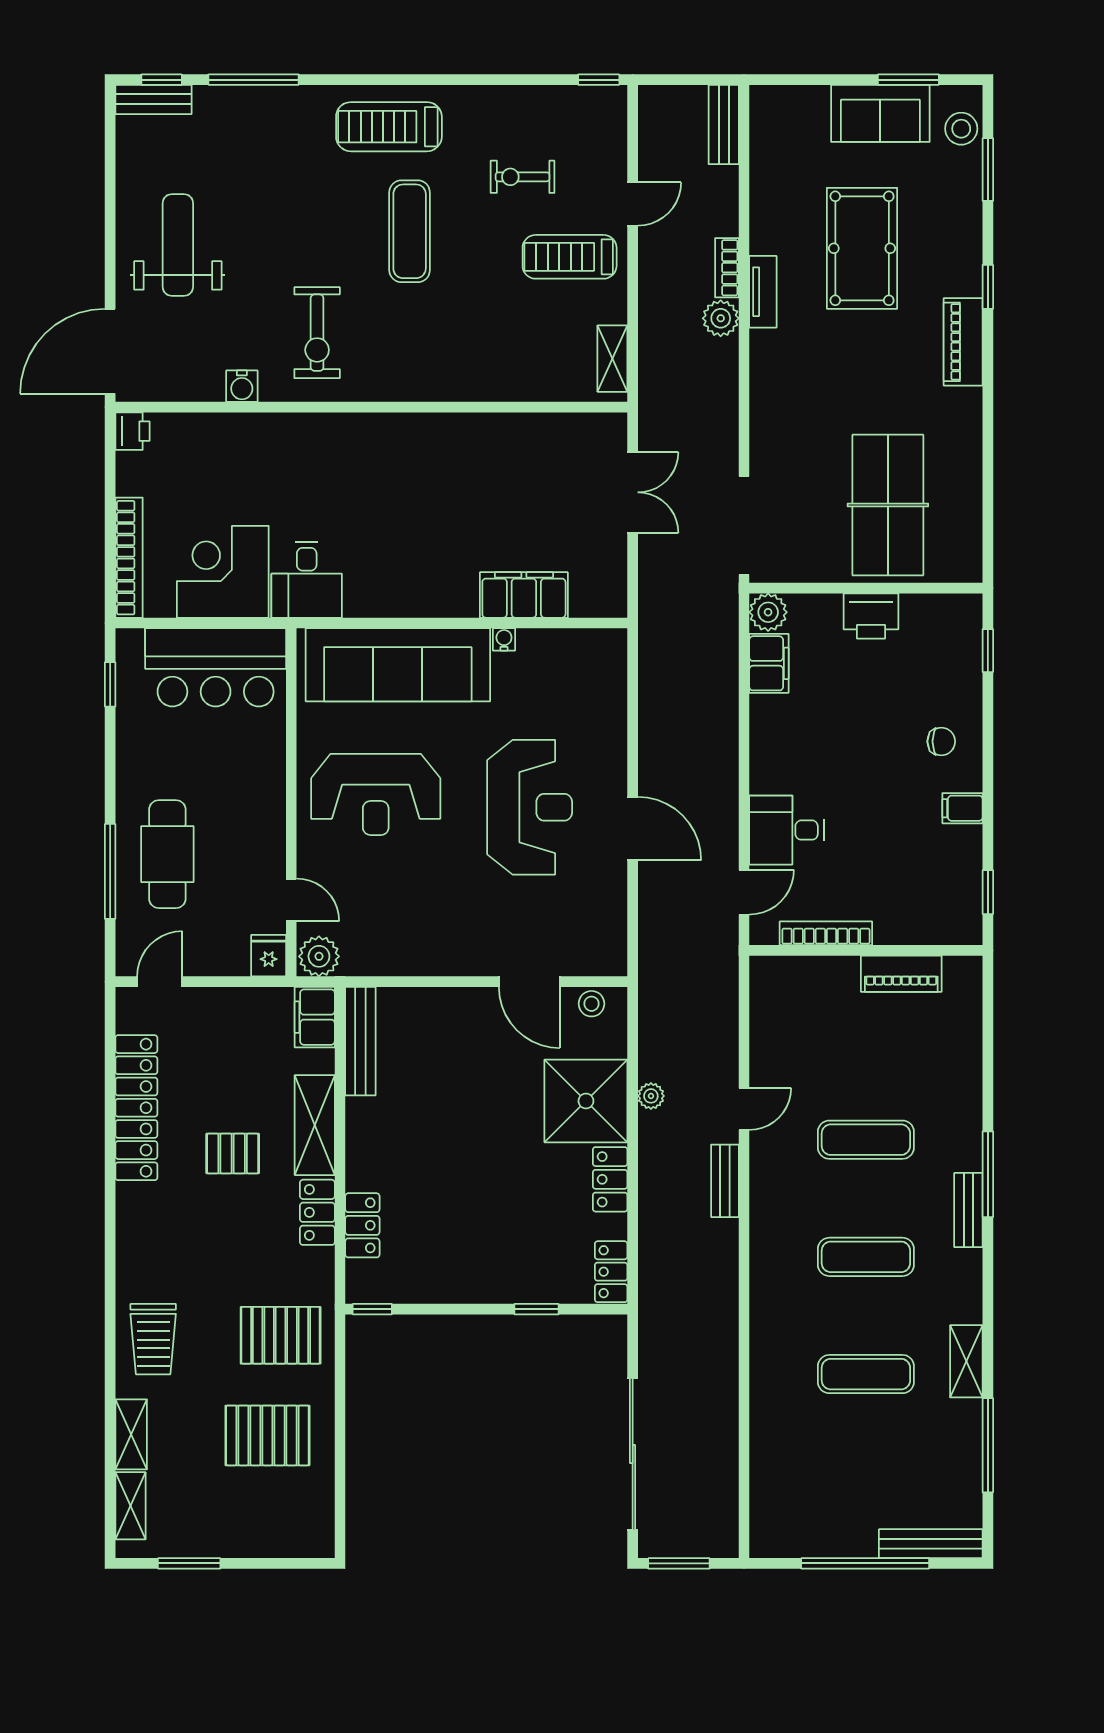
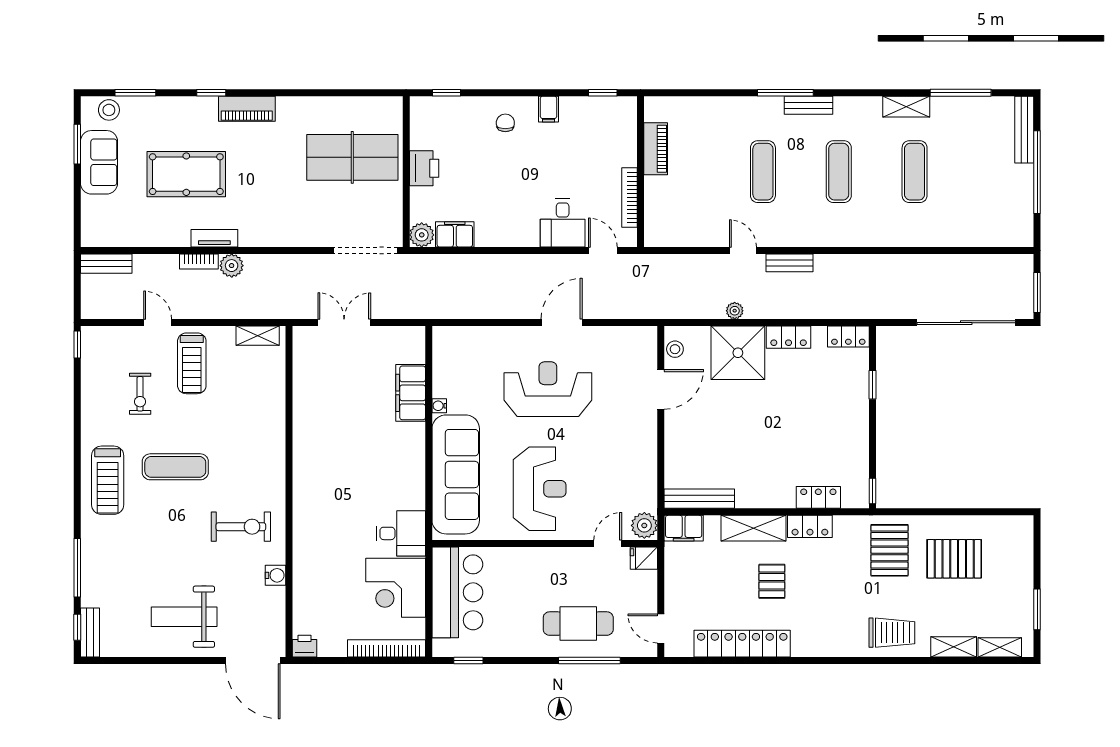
pallet: (267, 1435) -> (954, 559), turned 90

